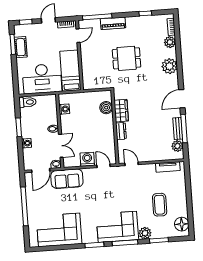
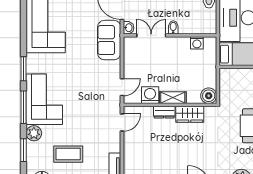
boiler: (106, 108) -> (209, 96), moved
shelving: (109, 125) -> (173, 98), added
double door: (61, 146) -> (151, 35), swing flipped
washing machine: (87, 159) -> (150, 95), moved, turned -90

